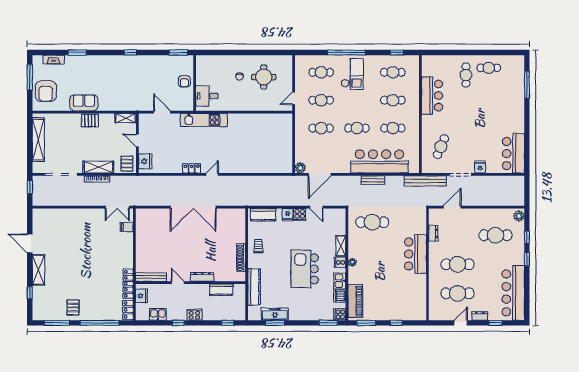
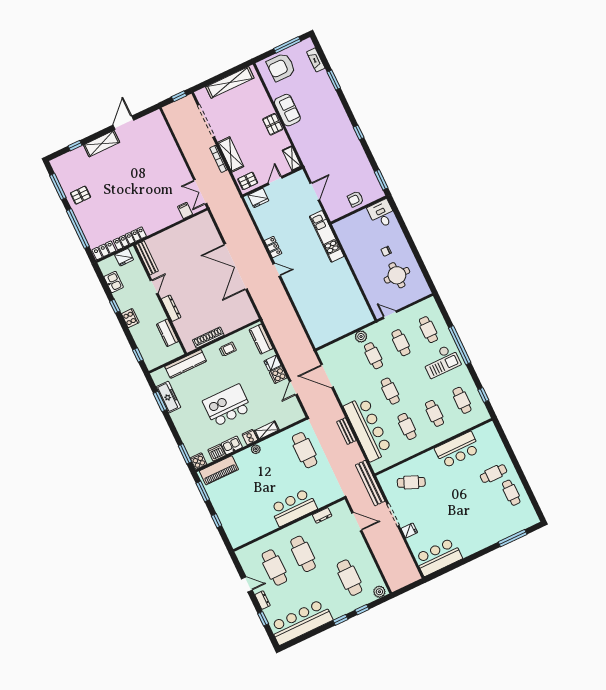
desk: (207, 96) -> (382, 214), moved
plant: (300, 168) -> (361, 337), moved

